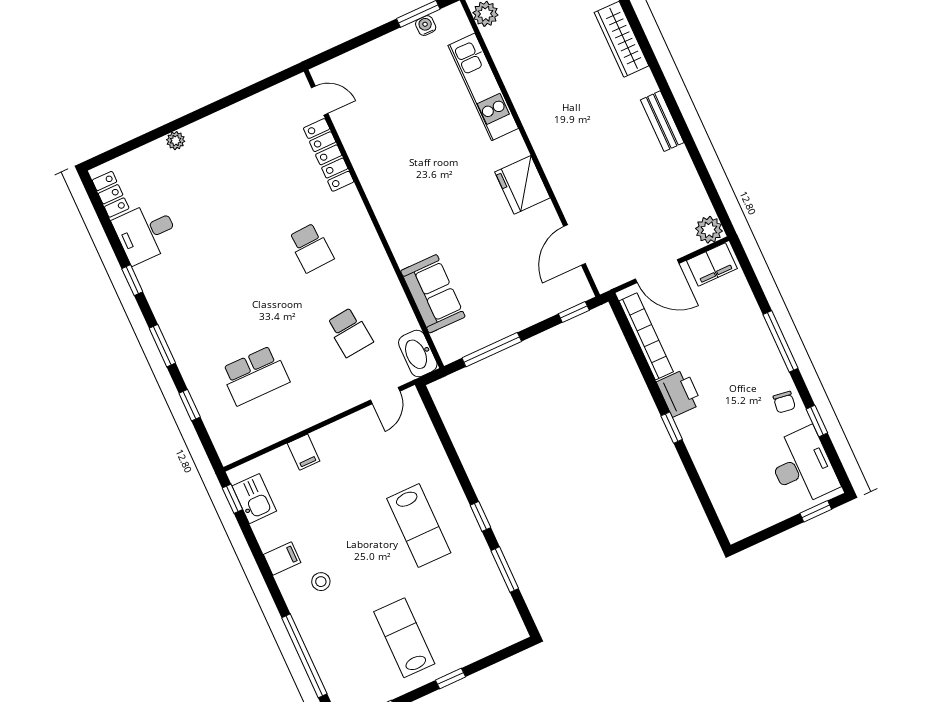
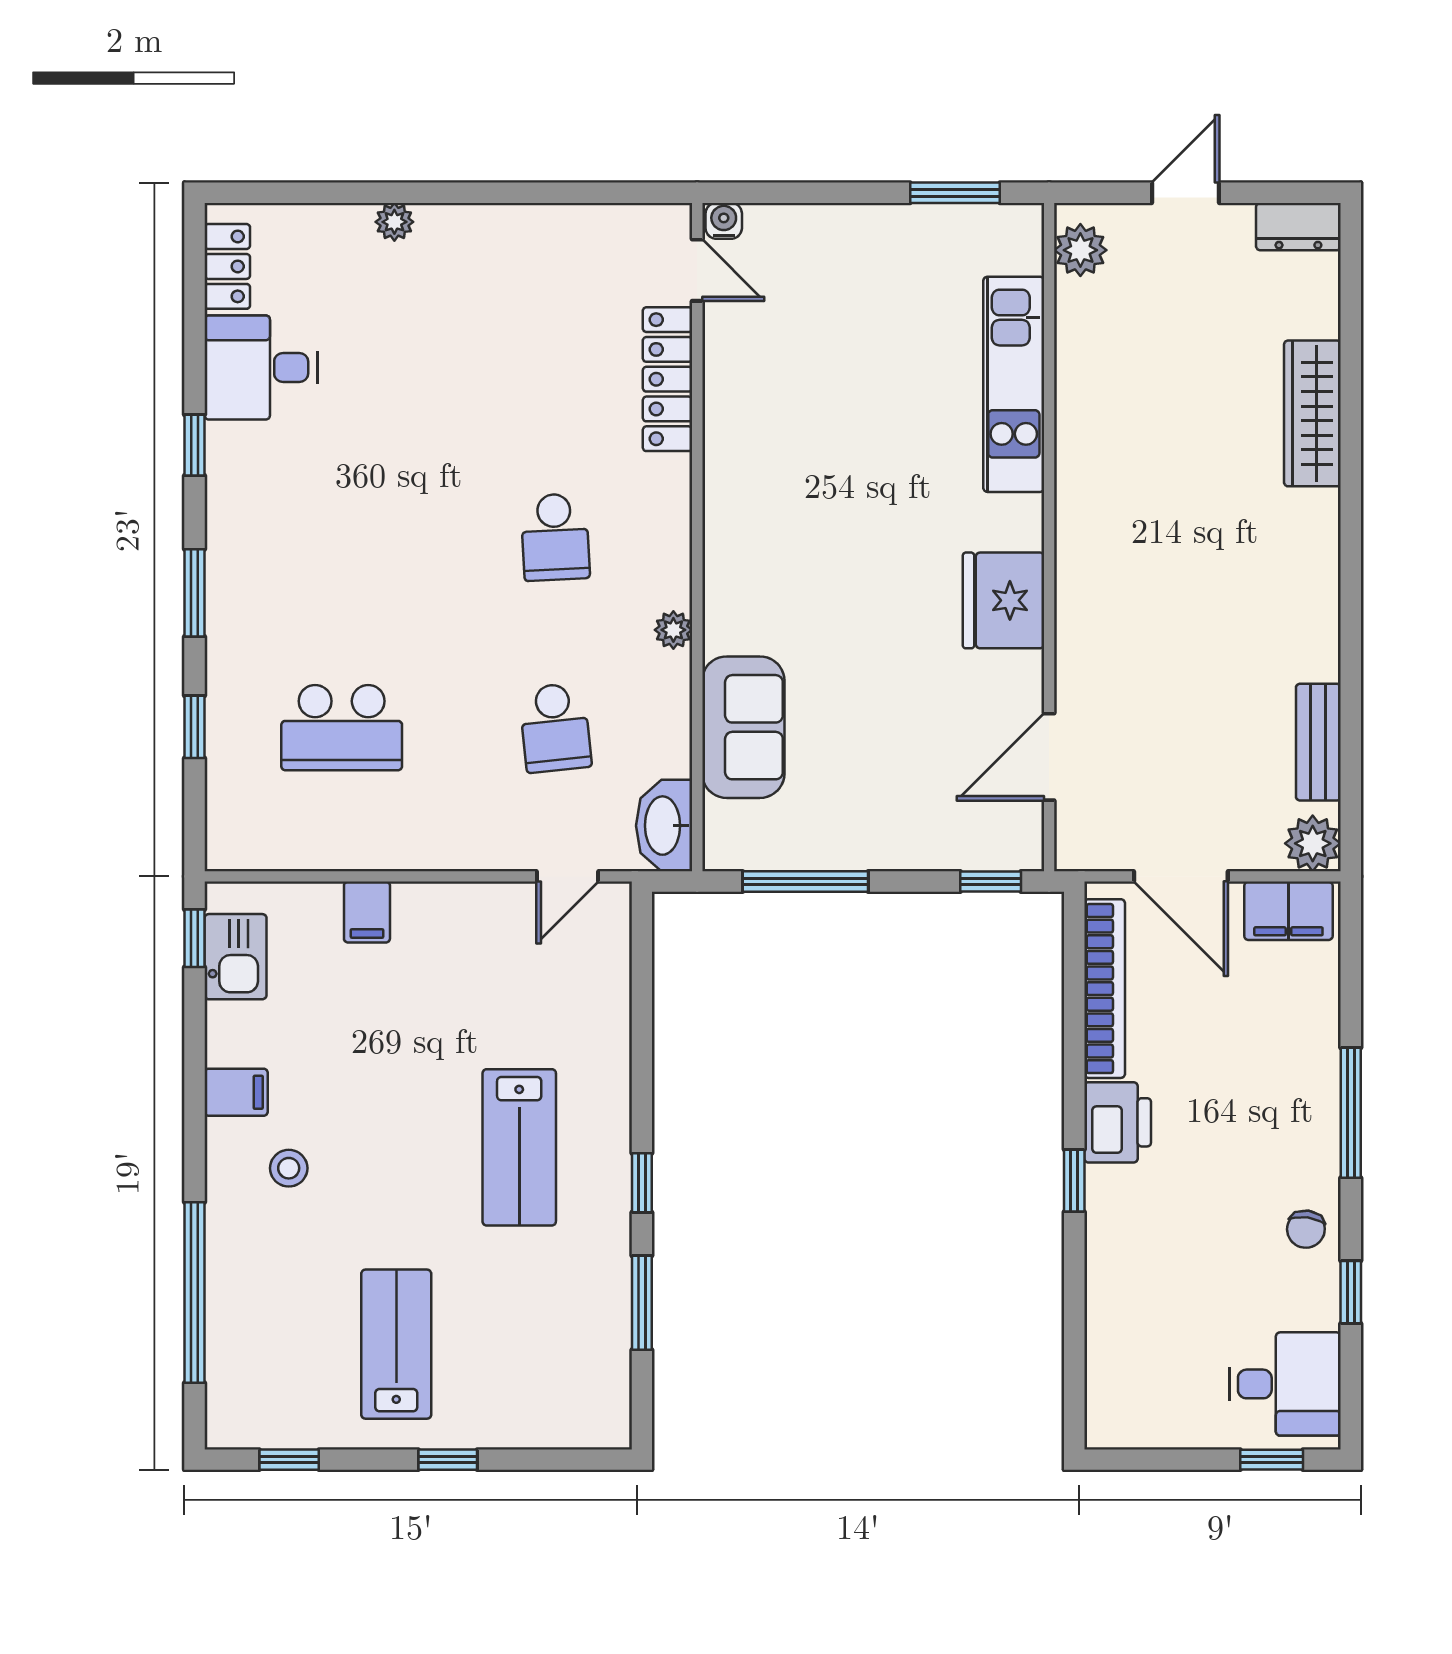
water cooler: (426, 26) -> (724, 221), moved
bench: (662, 121) -> (1318, 742), moved
plant: (382, 265) -> (673, 630), added
desk: (802, 467) -> (1285, 1384), width x0.73

